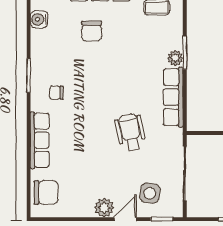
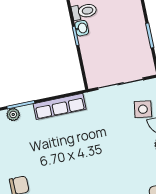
plant: (175, 58) -> (13, 114), moved
wheelchair: (130, 132) -> (96, 136), removed

